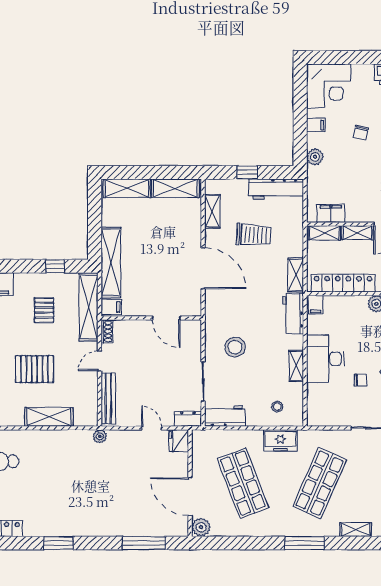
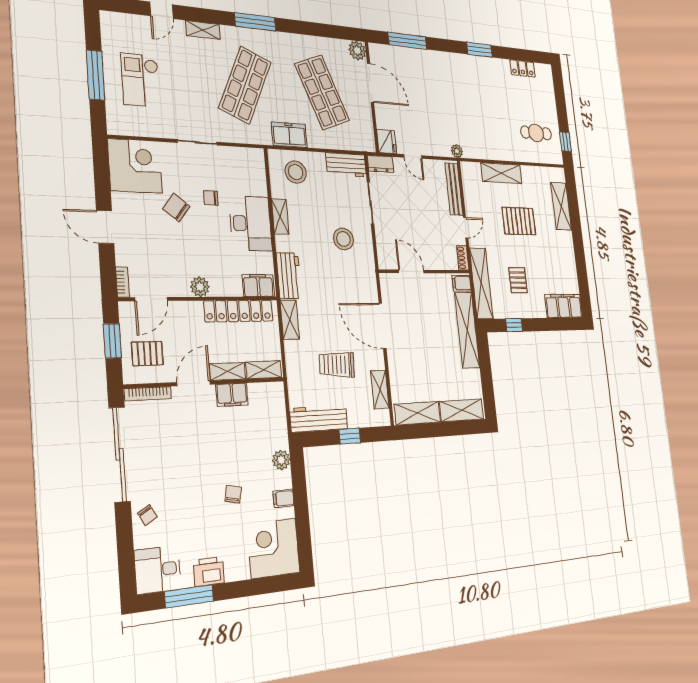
filing cabinet: (331, 213) -> (232, 395), moved
filing cabinet: (316, 305) -> (258, 286), width x2.00
stool: (277, 407) -> (296, 172), width x1.89, depth x1.89

